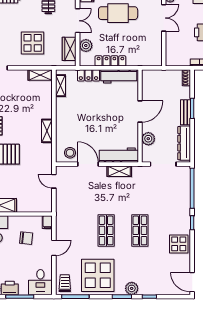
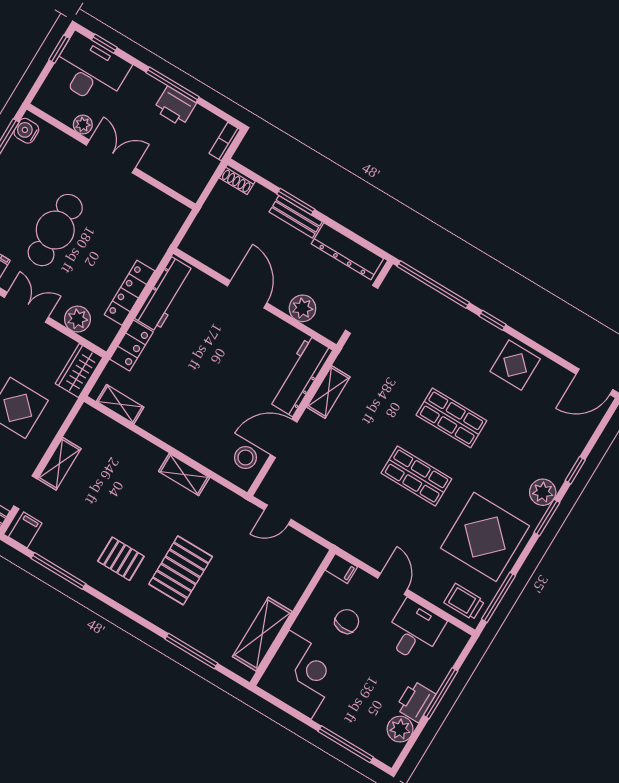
wardrobe: (69, 49) -> (79, 371), moved, turned 90
shelving: (40, 75) -> (59, 464), moved
desk: (40, 282) -> (414, 631), moved, turned -90

